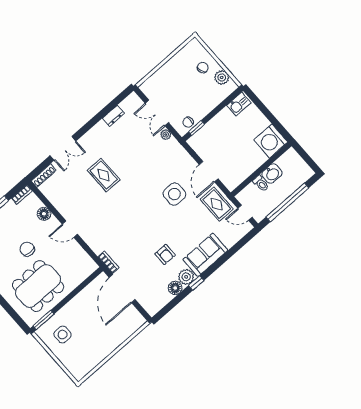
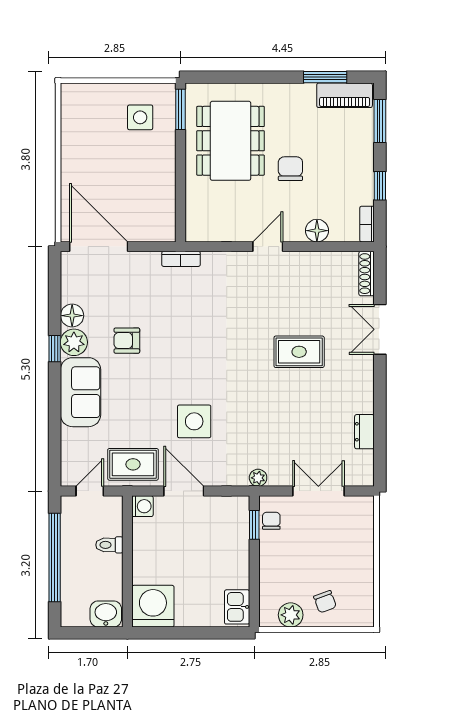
plant: (166, 135) -> (258, 478), moved
washbasin: (272, 174) -> (106, 614), moved, turned 90
washing machine: (231, 184) -> (143, 506), added
chair: (27, 249) -> (290, 169), turned -90
door: (122, 288) -> (99, 247), moved

